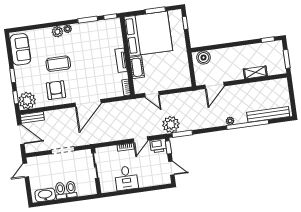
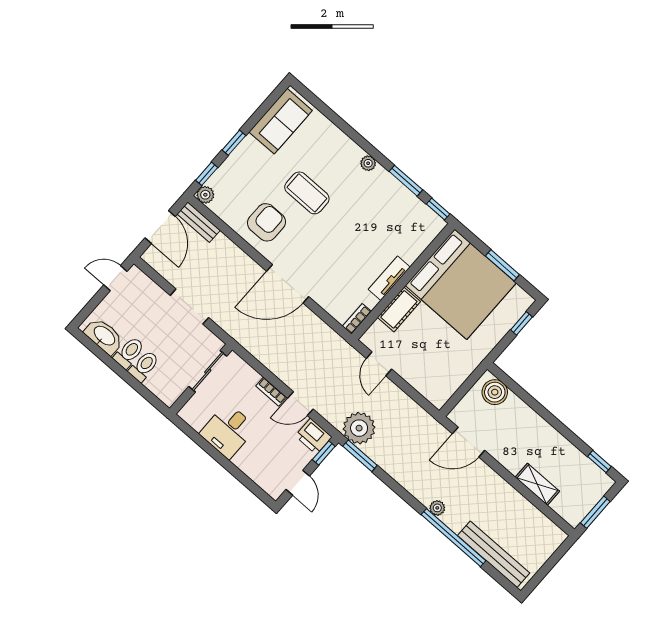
plant: (57, 32) -> (351, 152), removed
plant: (27, 101) -> (205, 195), width x0.53, depth x0.53

